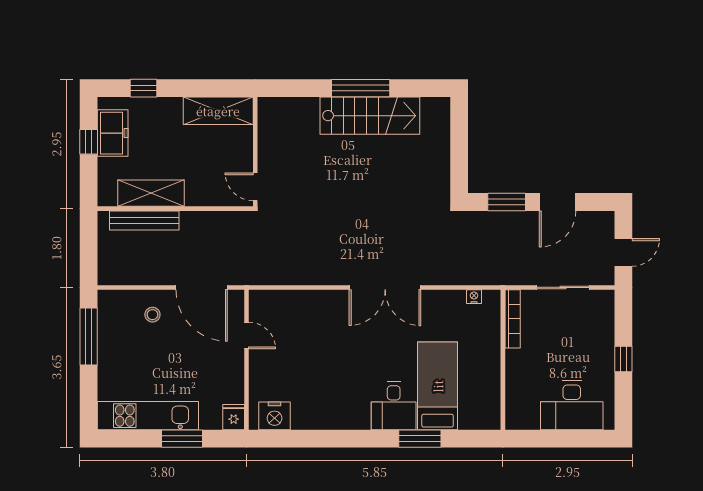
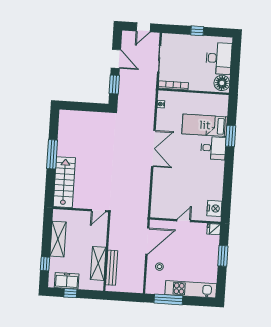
shelving: (218, 111) -> (58, 239), moved
stairs: (370, 116) -> (64, 182), moved
door: (623, 252) -> (143, 27), swing flipped
door: (246, 336) -> (184, 221), moved
floor lamp: (523, 415) -> (222, 83), added
kitchen unit: (148, 416) -> (191, 289), moved, turned 90

